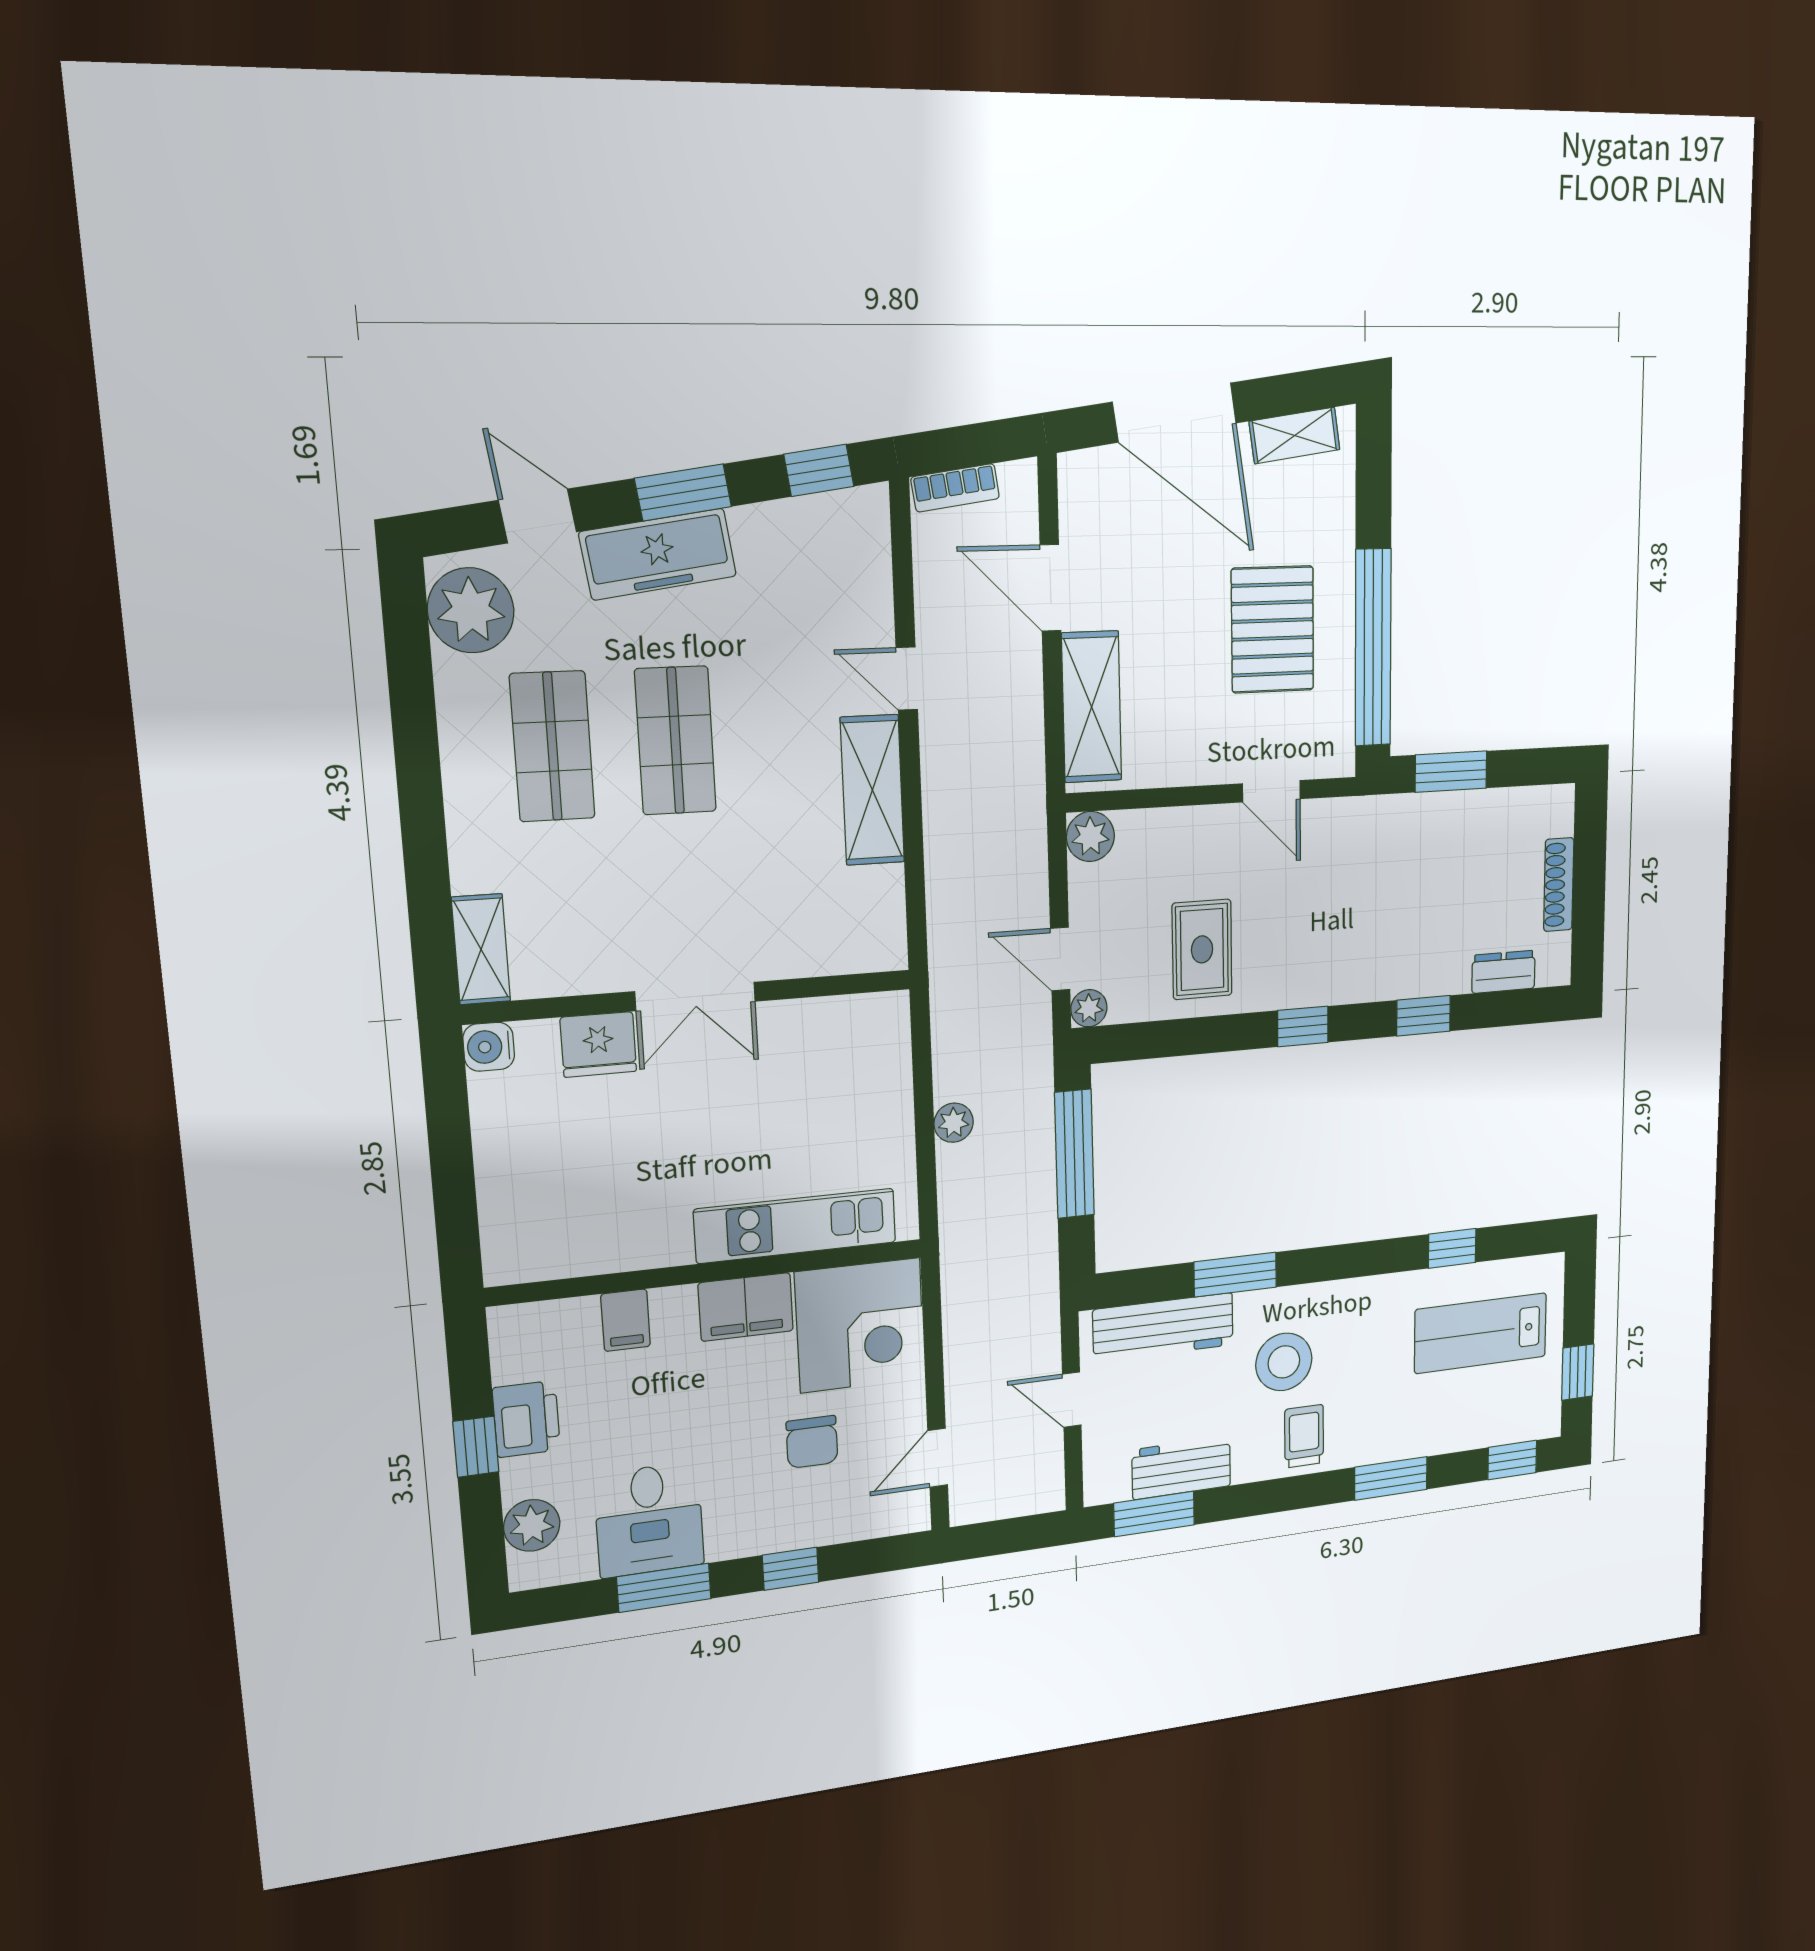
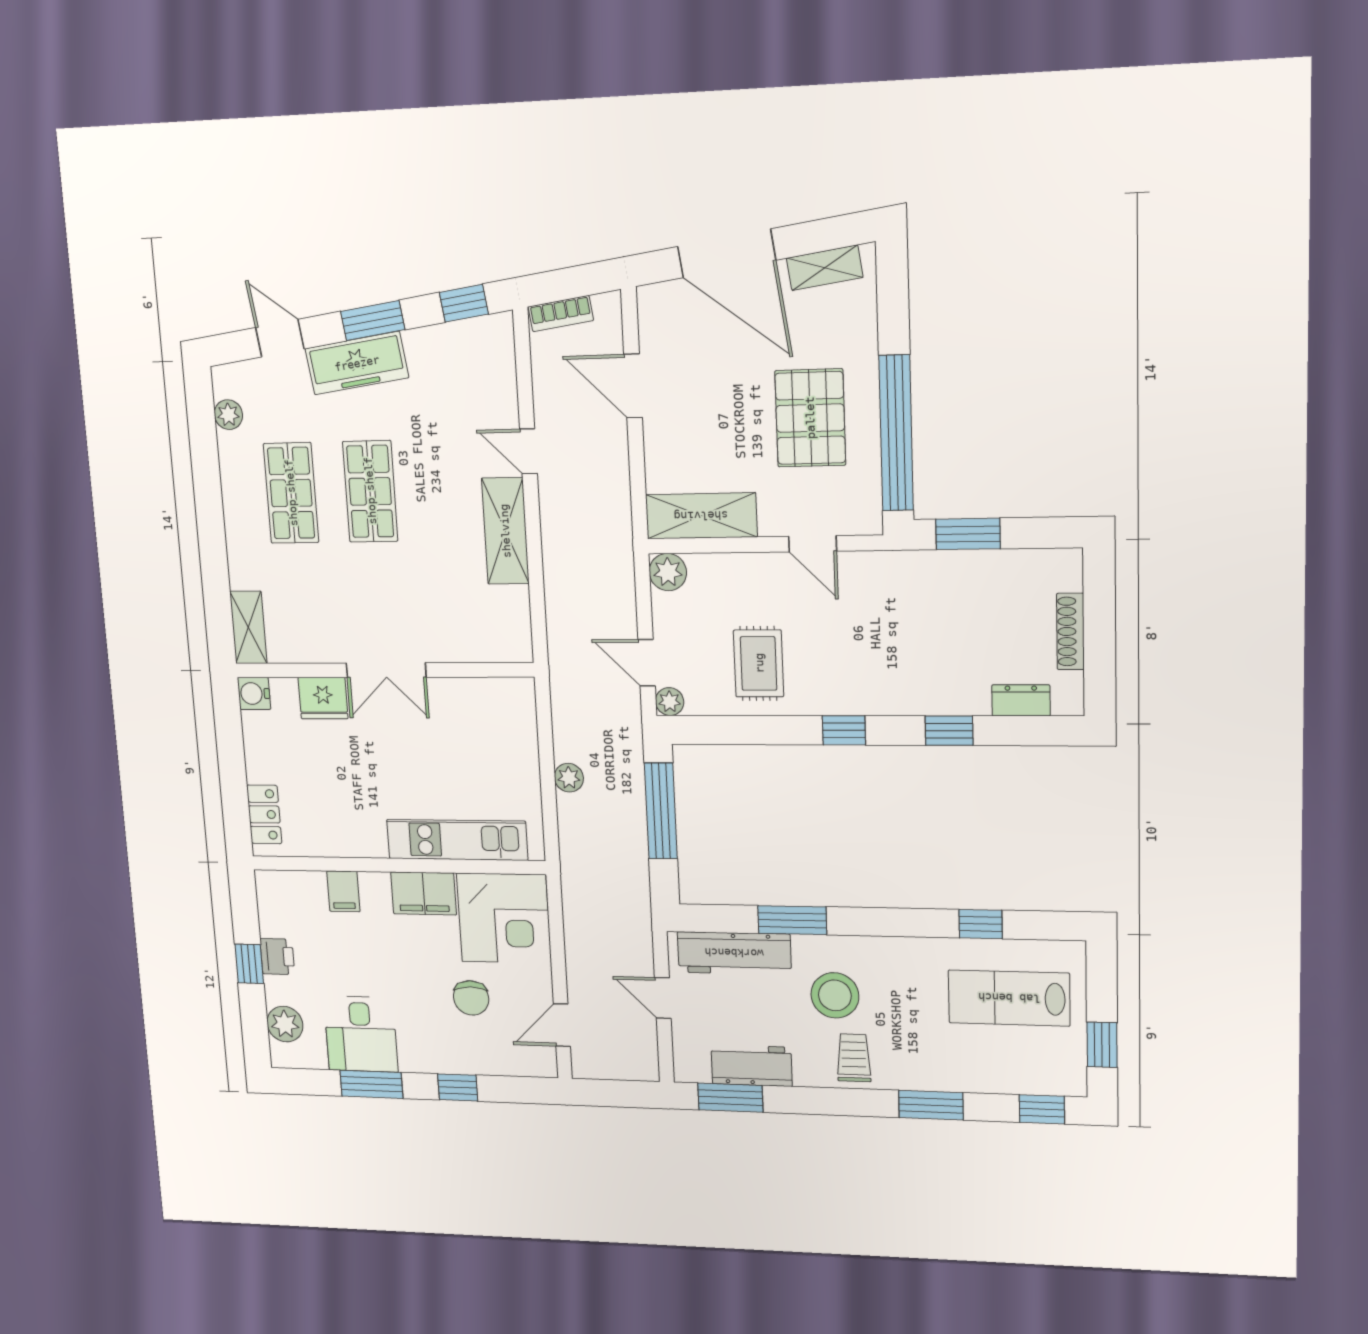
plant: (471, 610) -> (228, 415), width x0.53, depth x0.53
shelving: (1092, 707) -> (701, 516), moved, turned 90
locker: (503, 1224) -> (264, 814), added
printer: (526, 1419) -> (277, 956), width x0.73, depth x0.81

